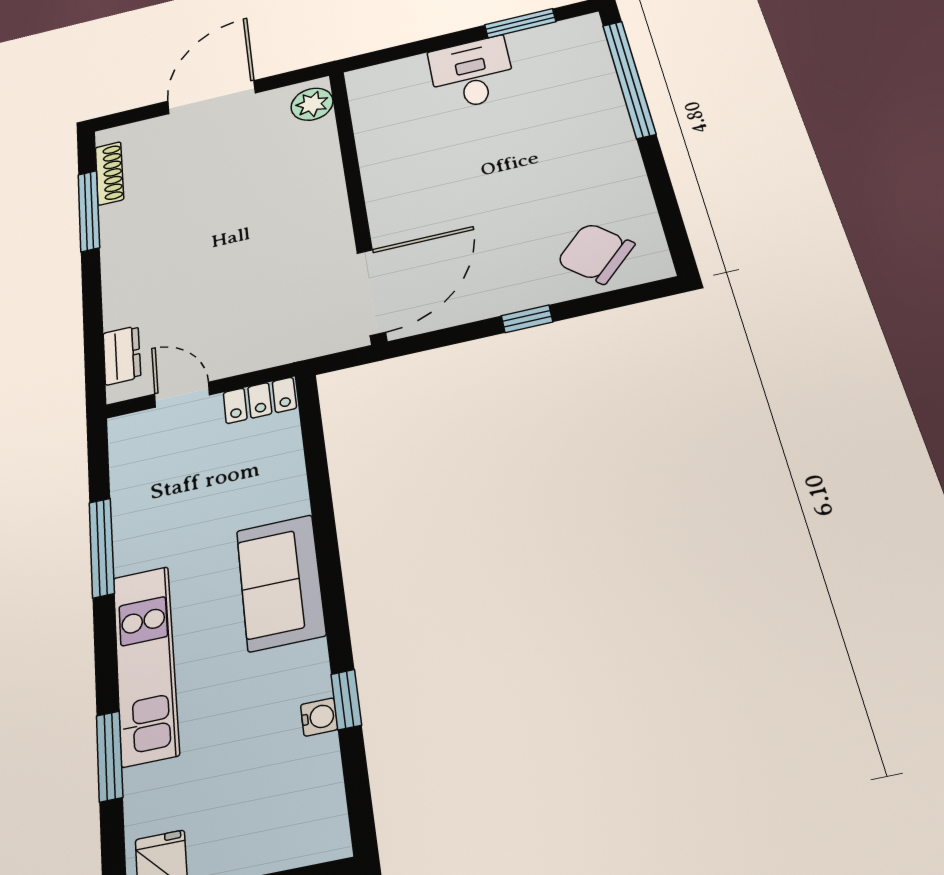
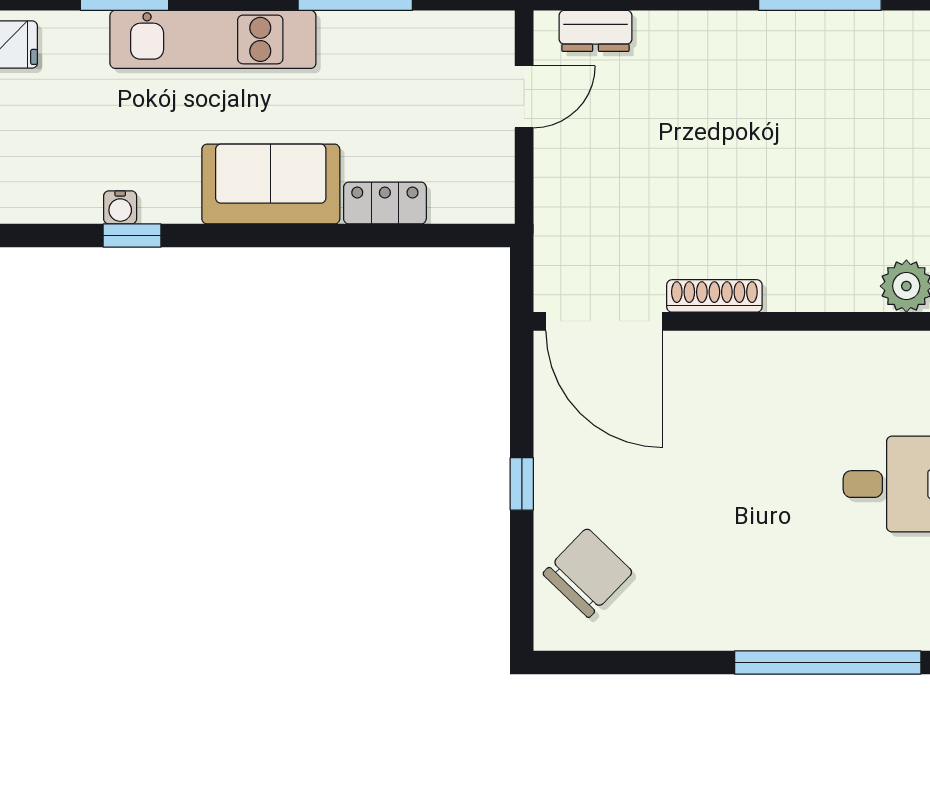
shoe rack: (109, 173) -> (714, 296), moved, turned 180
locker: (260, 400) -> (385, 203), moved, turned 90

